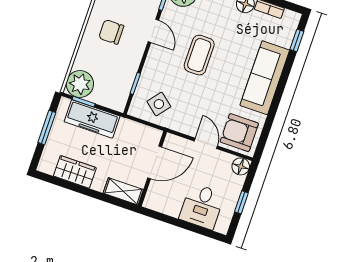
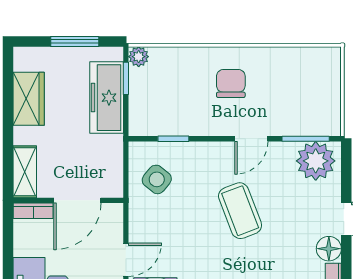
coffee table: (199, 55) -> (240, 211), turned 69
plant: (80, 84) -> (139, 57), width x0.53, depth x0.53
door: (155, 162) -> (77, 200), hinge flipped
bookcase: (151, 195) -> (33, 211), added

